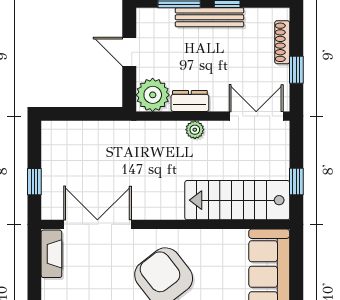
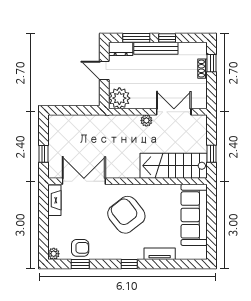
shoe rack: (282, 42) -> (202, 69), width x0.70
window: (296, 70) -> (212, 63), moved
dresser: (190, 101) -> (121, 49), moved, turned 180
double door: (256, 116) -> (174, 112), moved

